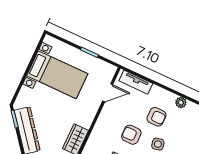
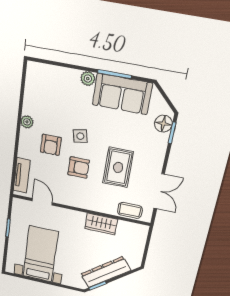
armchair: (157, 117) -> (51, 145), turned 180
armchair: (131, 135) -> (79, 167), turned -90

